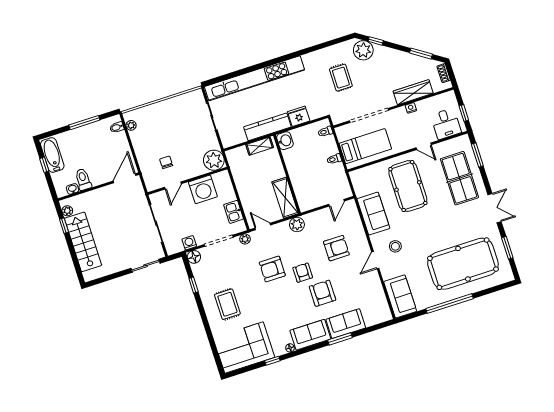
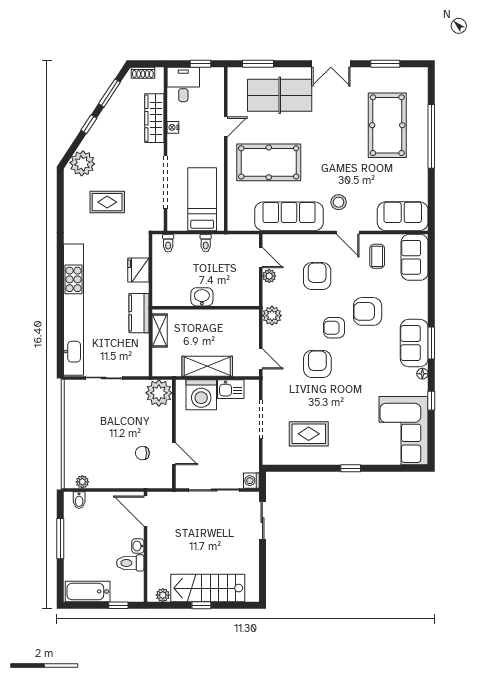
window: (376, 41) -> (89, 124), moved
desk: (446, 124) -> (183, 84), moved, turned -90
kitchen counter: (267, 127) -> (139, 313), width x0.67
washbasin: (285, 141) -> (202, 297), moved
window: (44, 165) -> (118, 605), moved
washbasin: (73, 189) -> (138, 546), moved
washing machine: (203, 189) -> (201, 395), moved, turned 90
shelving: (285, 198) -> (207, 366), moved
double door: (495, 208) -> (331, 64), swing flipped
sofa: (373, 214) -> (289, 216), width x1.36
window: (64, 226) -> (201, 605), moved
door: (263, 227) -> (261, 359), swing flipped
plant: (245, 239) -> (269, 276), moved
washing machine: (189, 243) -> (251, 481), moved
floor lamp: (194, 257) -> (271, 456), removed
pool table: (463, 264) -> (387, 125), width x0.73, depth x0.76
armchair: (272, 269) -> (317, 364), turned 180
window: (194, 285) -> (351, 468), moved
coffee table: (365, 287) -> (377, 256), added
rug: (227, 304) -> (309, 434), moved
window: (449, 304) -> (431, 136), moved
sofa: (346, 324) -> (415, 257), moved
window: (340, 339) -> (431, 343), moved

